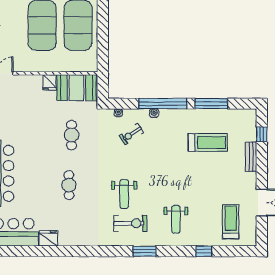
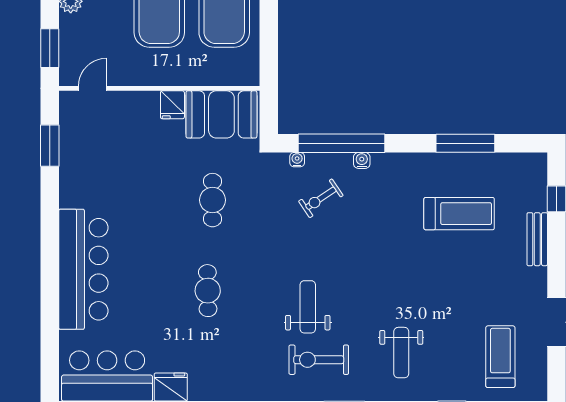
window: (163, 104) -> (342, 143), moved
weight bench: (124, 194) -> (308, 307), turned 180
exercise bike: (130, 223) -> (319, 360), turned 180

